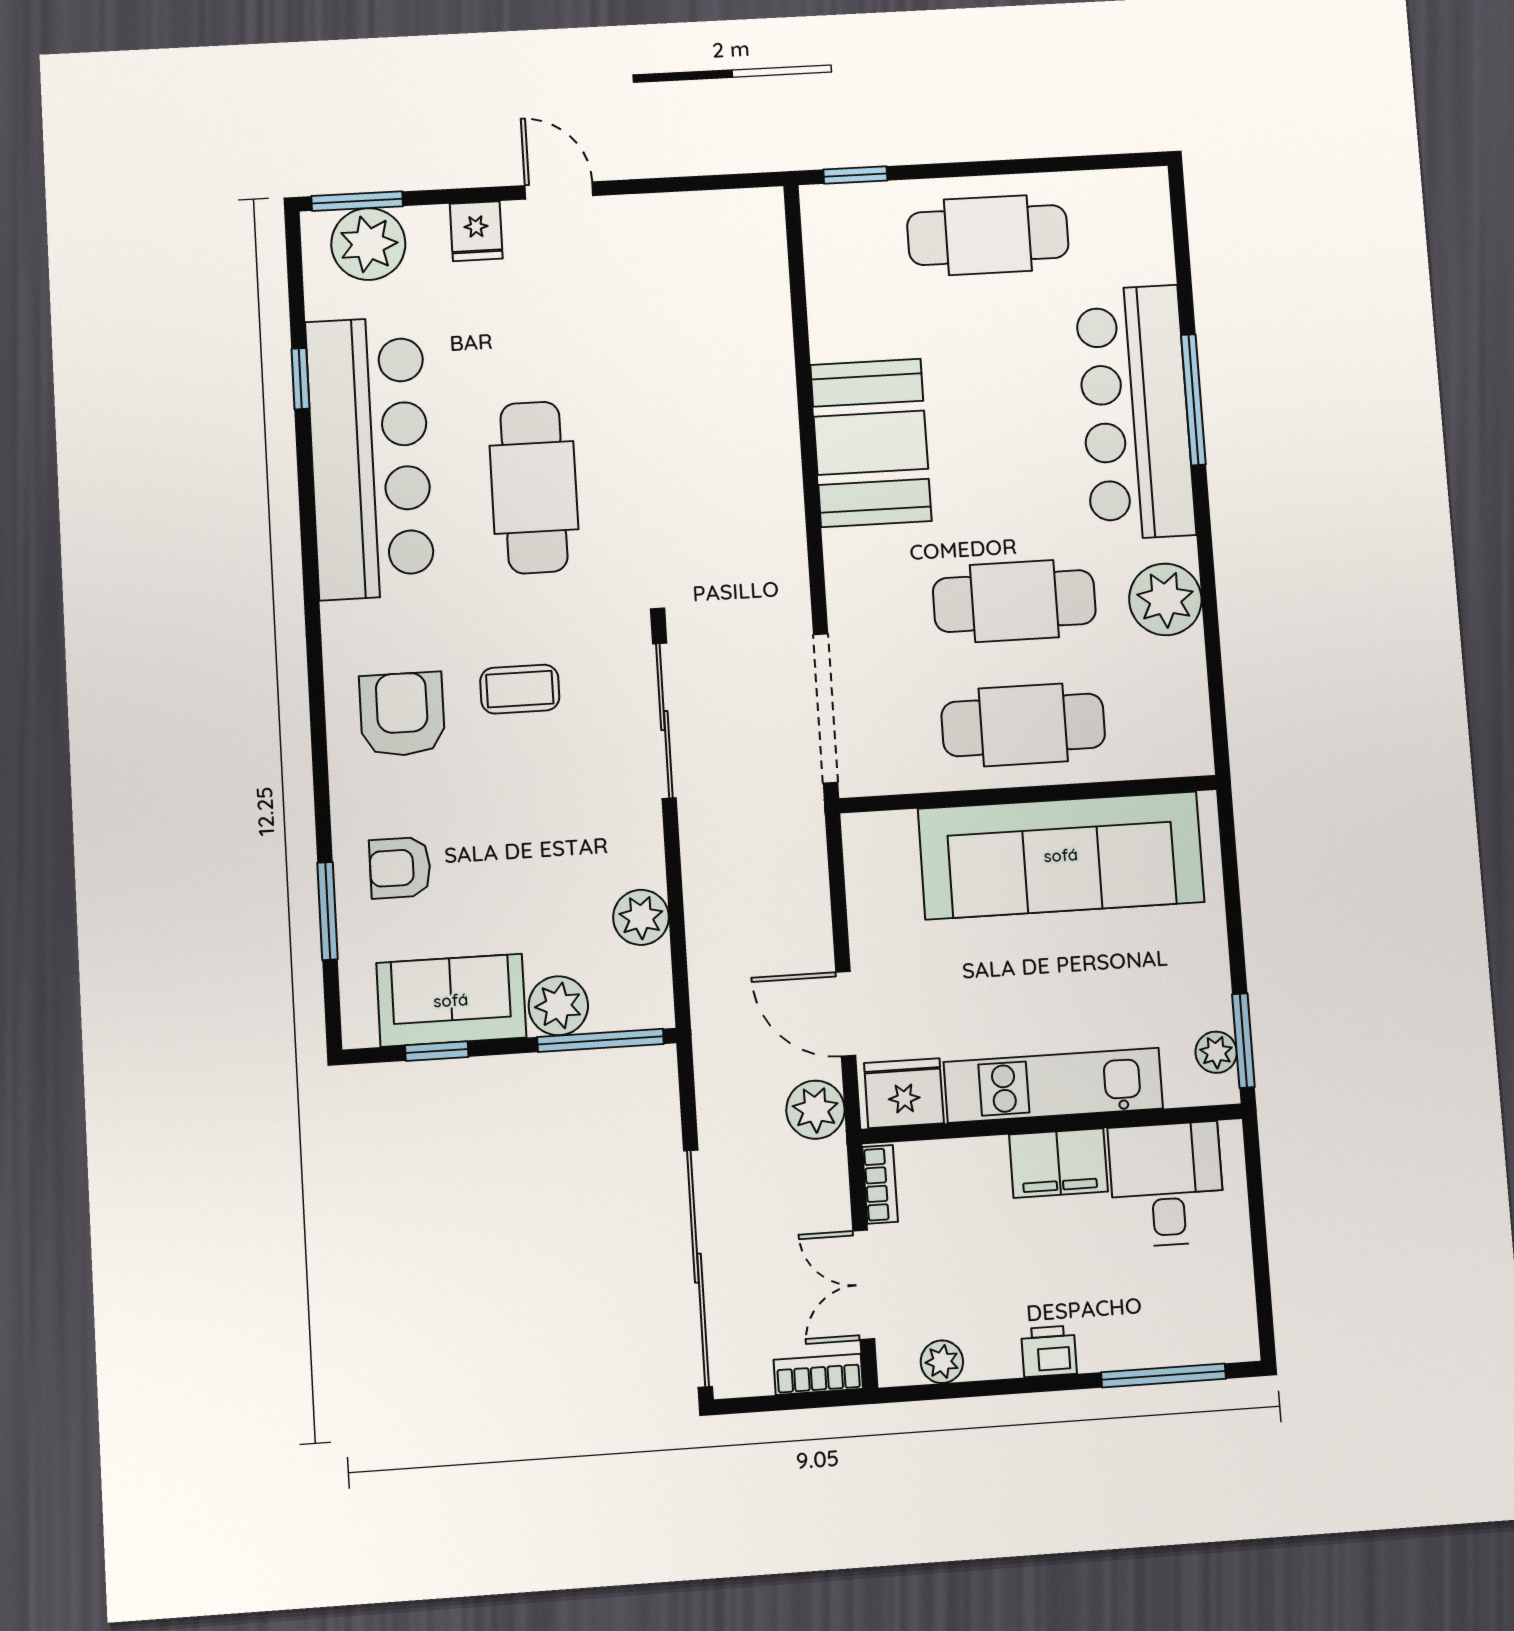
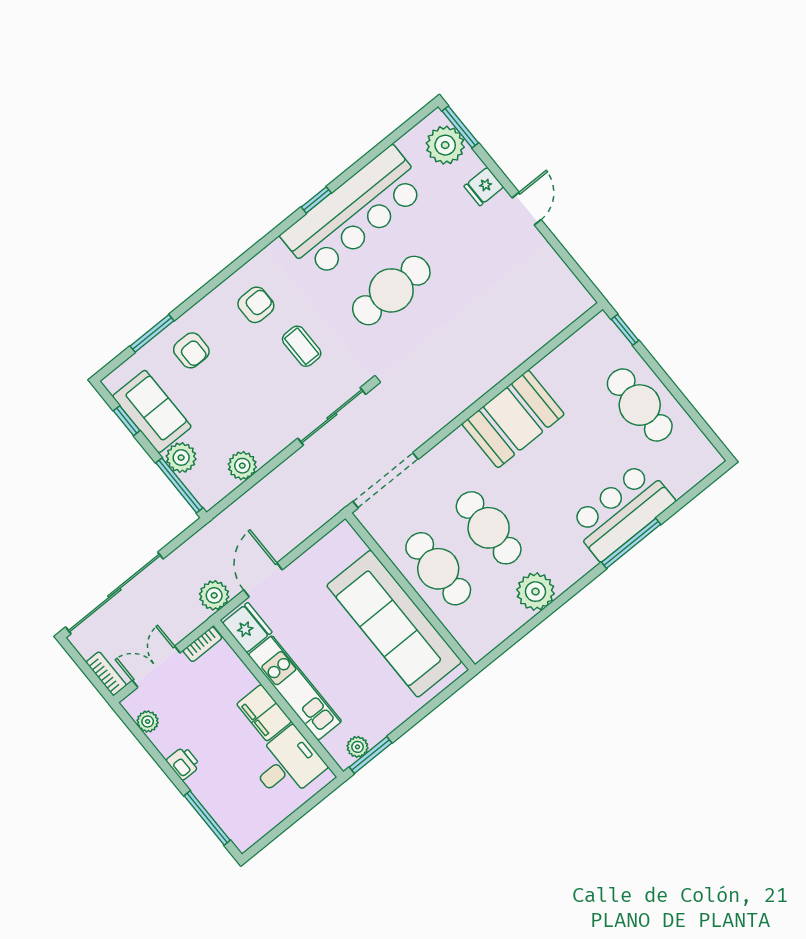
window: (300, 379) -> (316, 200), moved
bar counter: (1135, 412) -> (621, 511), width x0.73
armchair: (402, 714) -> (256, 305), width x0.72, depth x0.72
armchair: (400, 868) -> (191, 350), turned 180

